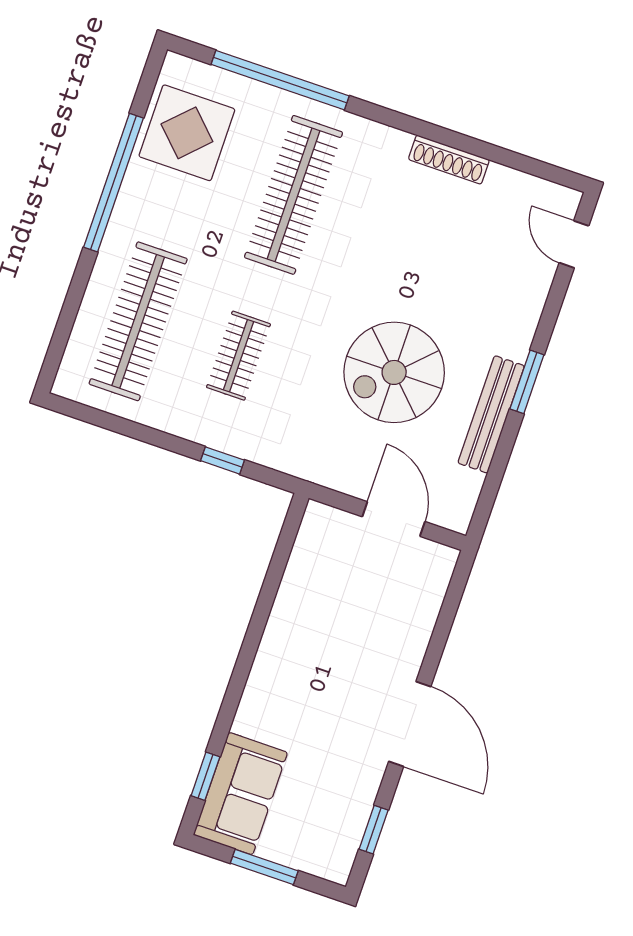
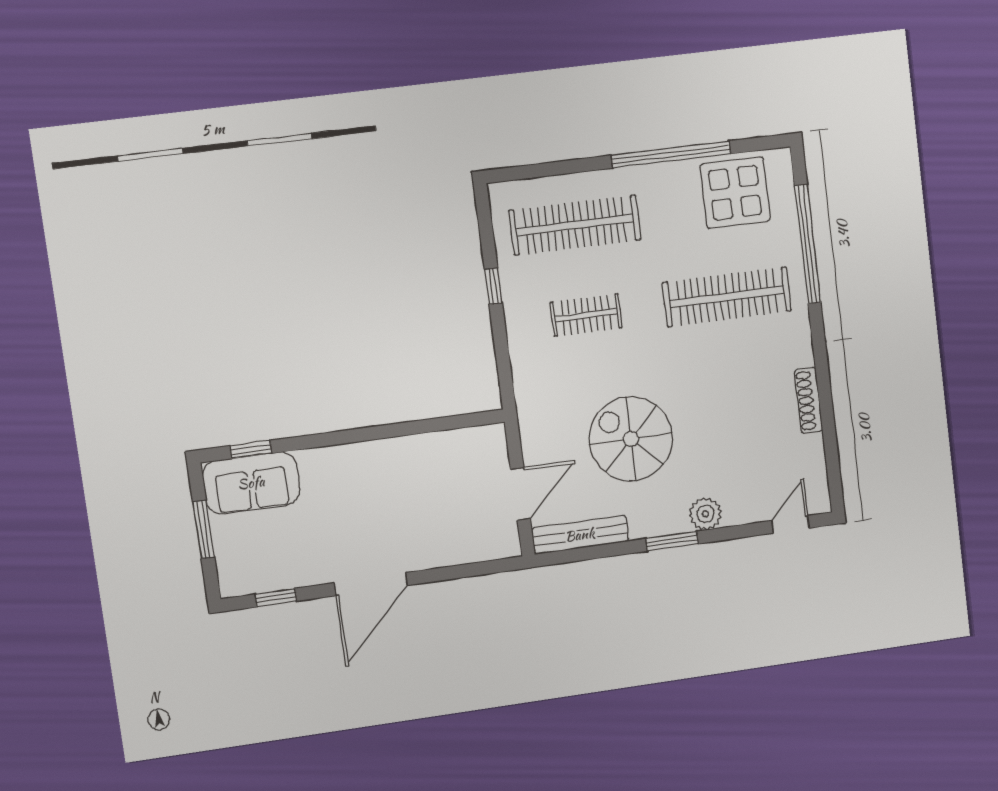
plant: (516, 331) -> (705, 514), added
bench: (491, 414) -> (580, 535), moved
window: (222, 460) -> (493, 286), moved

